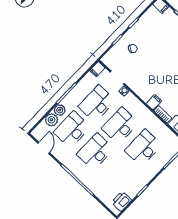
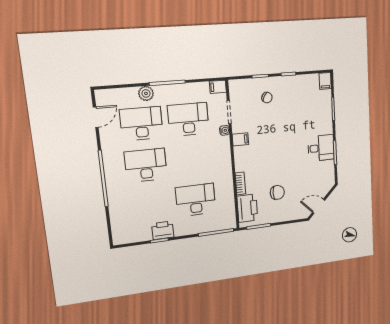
filing cabinet: (154, 102) -> (240, 139), moved
plant: (51, 120) -> (129, 96), removed
desk: (120, 126) -> (192, 160), removed
printer: (122, 201) -> (163, 230), moved

